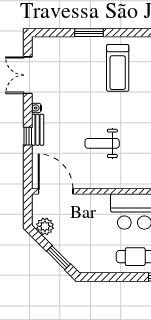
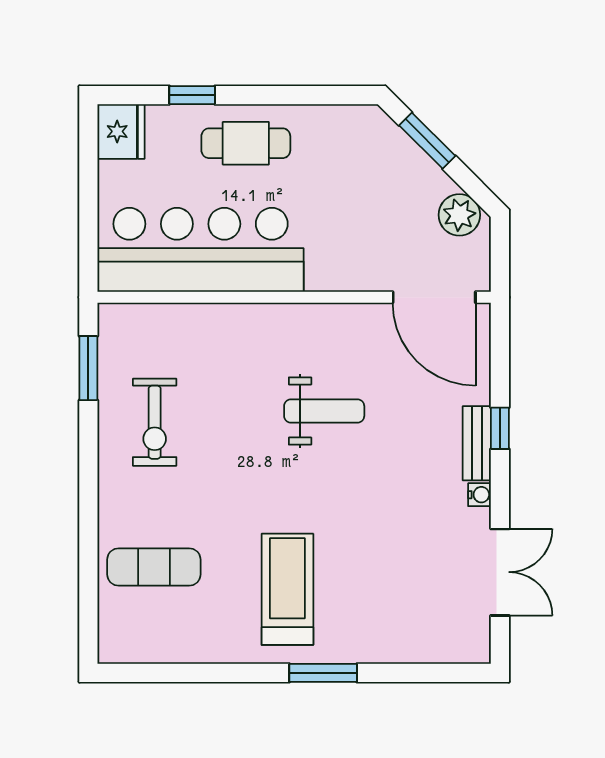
window: (89, 33) -> (323, 673), moved

